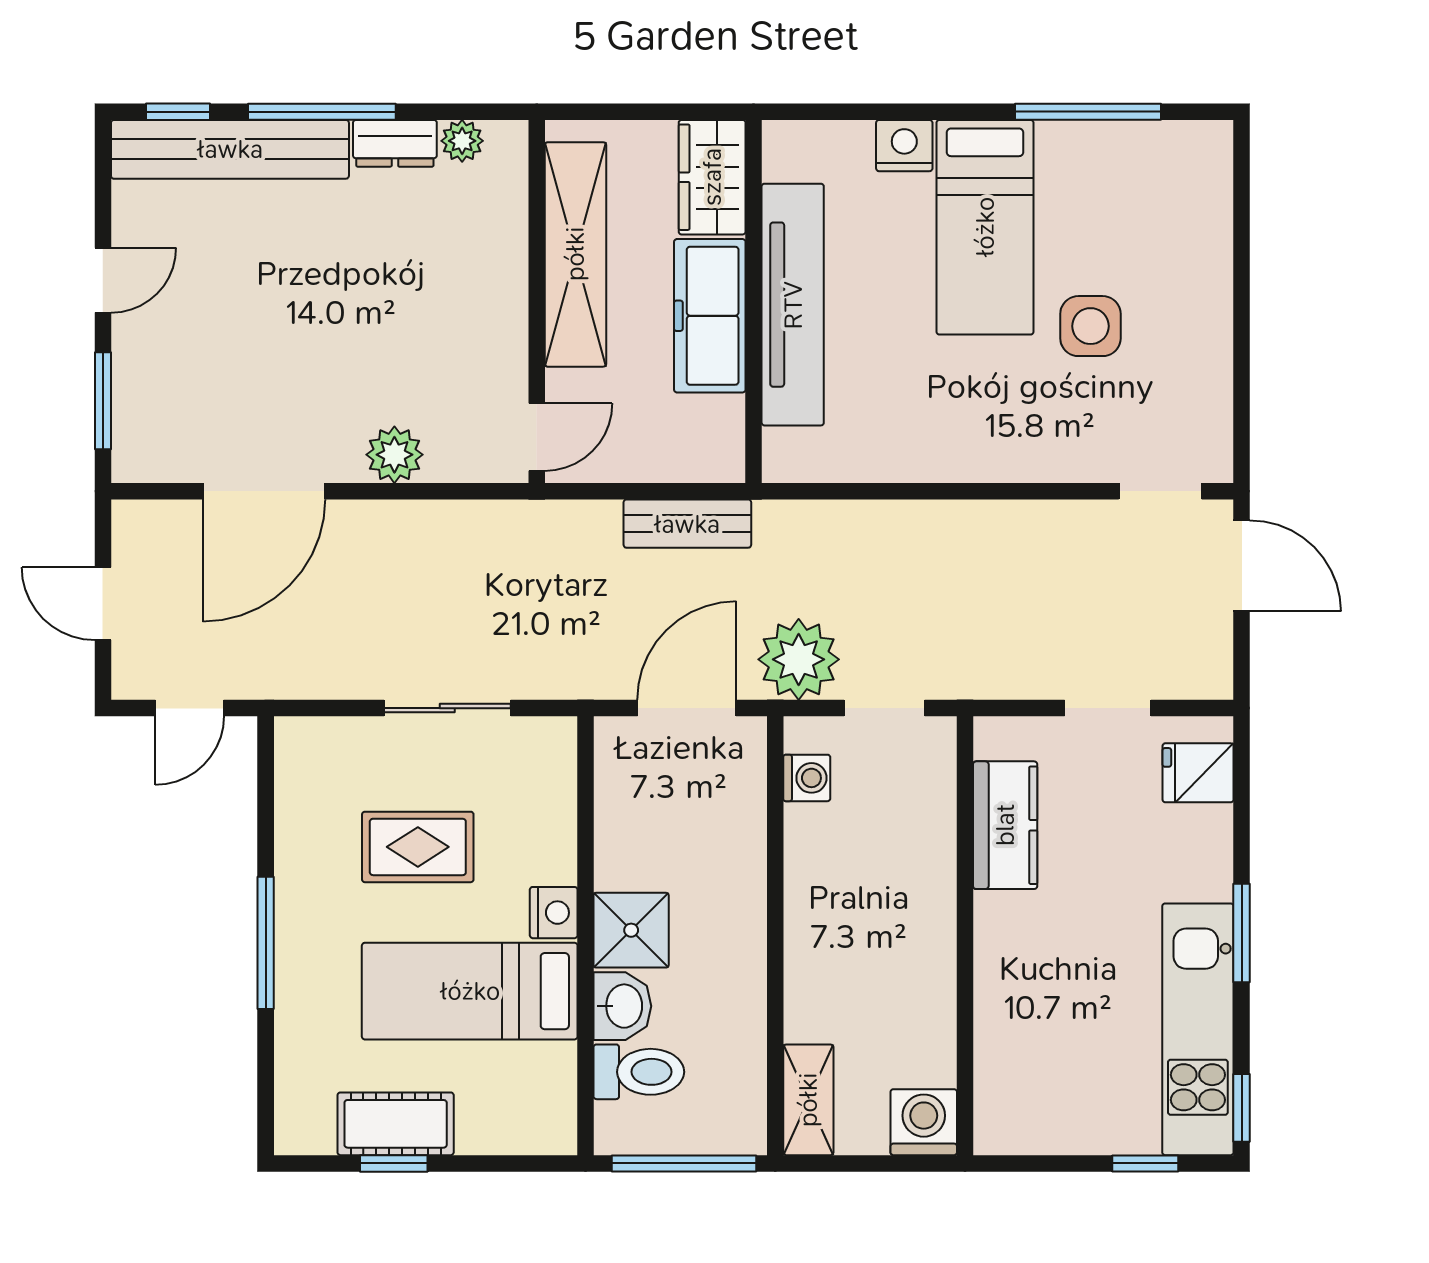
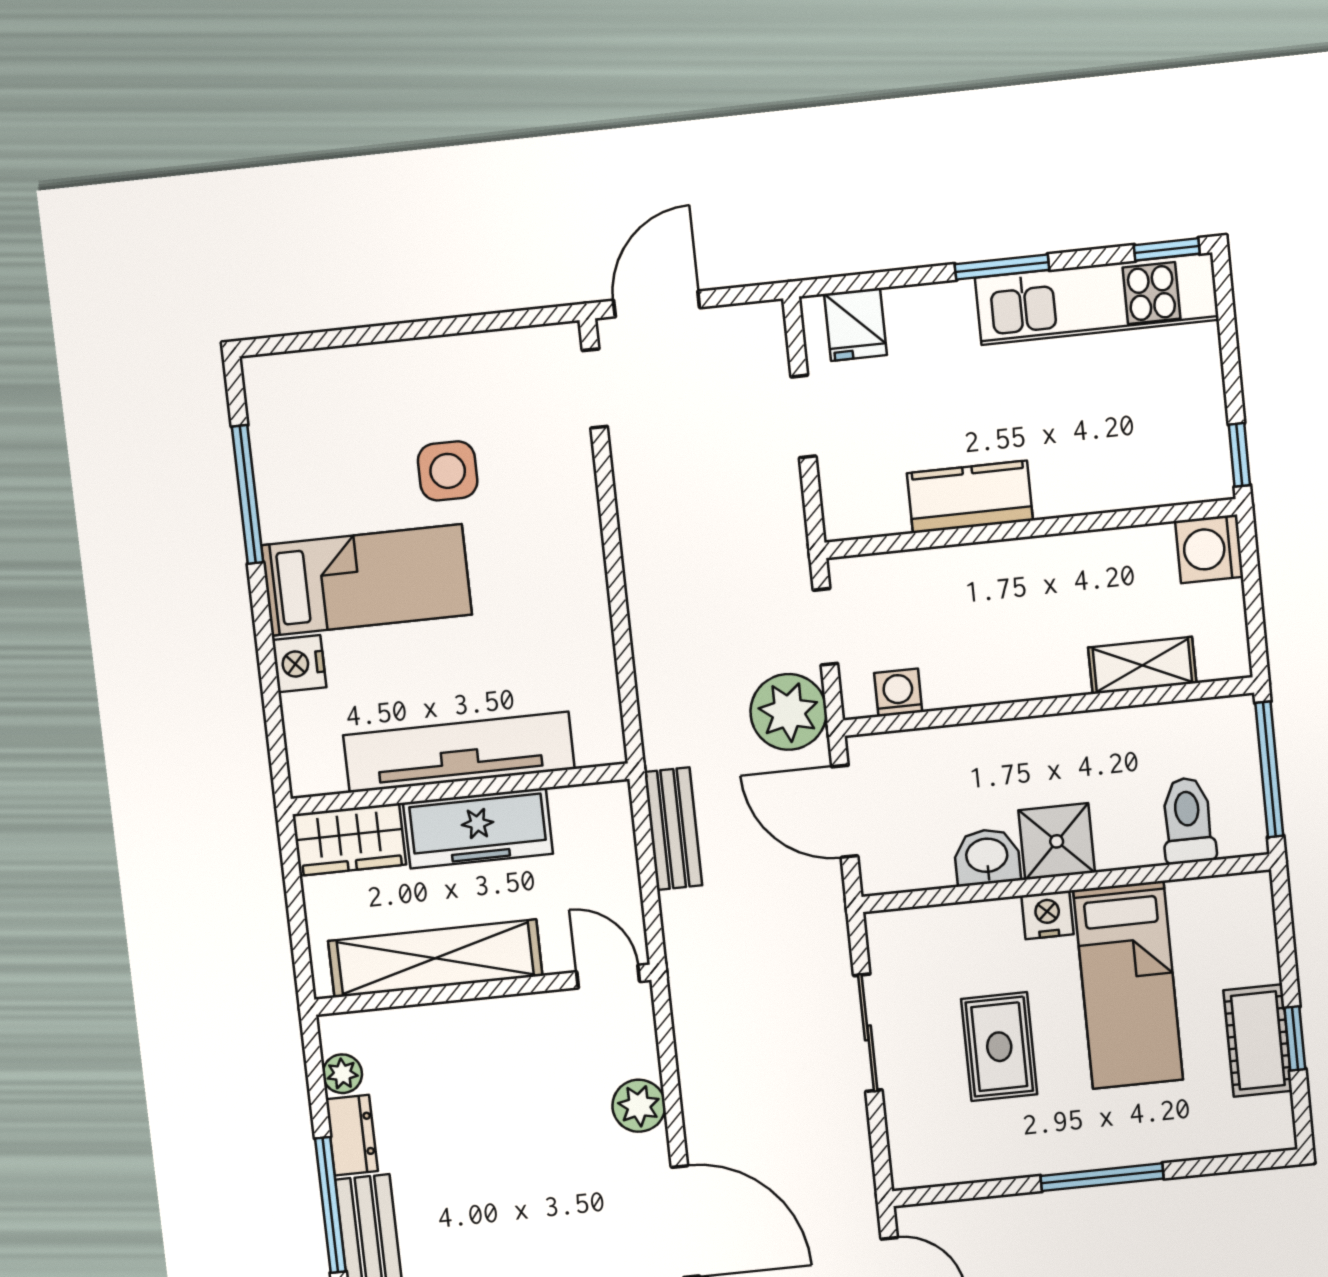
kitchen counter: (1005, 825) -> (970, 497), moved
washbasin: (622, 1006) -> (987, 857), moved
shelving: (808, 1100) -> (1142, 665), moved
window: (1145, 1163) -> (1239, 455), moved

